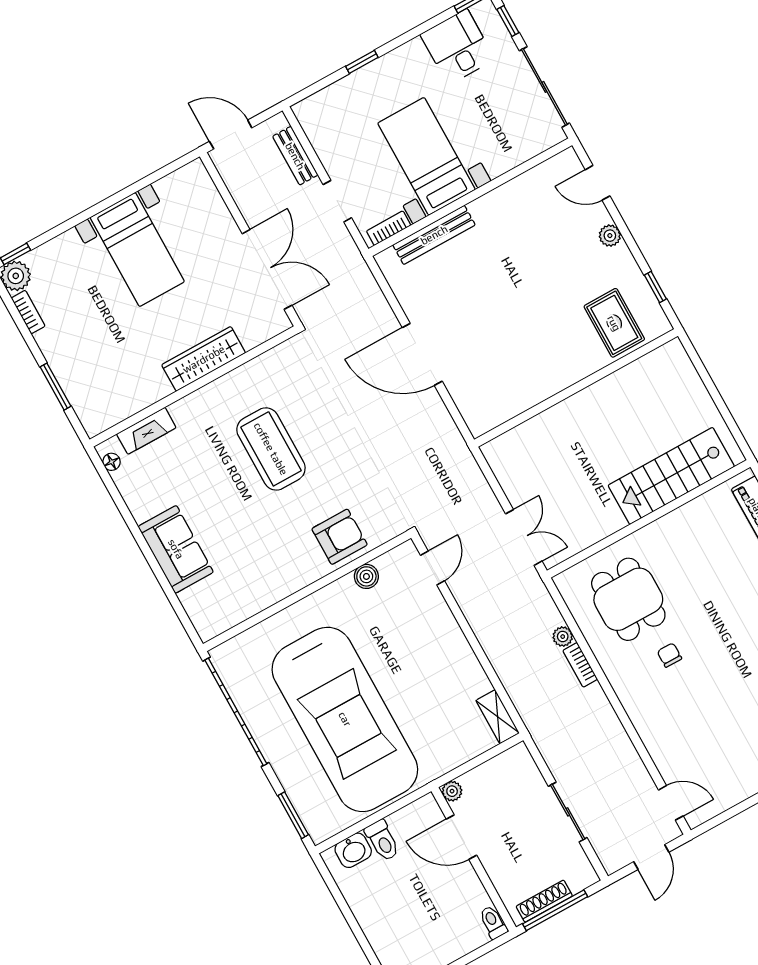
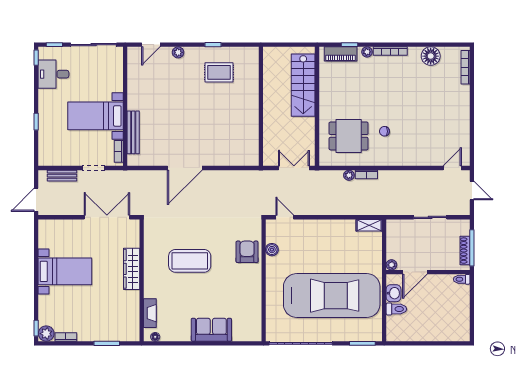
wall: (576, 388) -> (261, 106), moved
washbasin: (353, 850) -> (393, 293), moved

